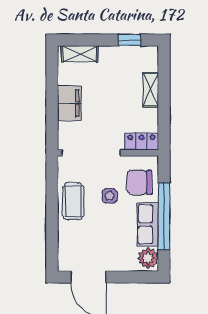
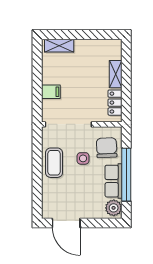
window: (130, 40) -> (99, 35), removed
filing cabinet: (69, 103) -> (51, 92), width x0.50
locker: (141, 142) -> (115, 103), moved, turned -90
chair: (139, 182) -> (107, 148), turned 87

